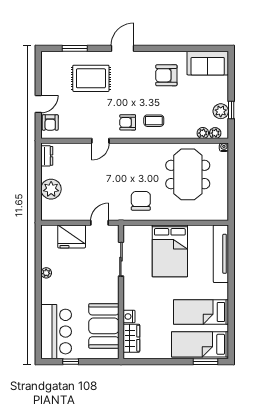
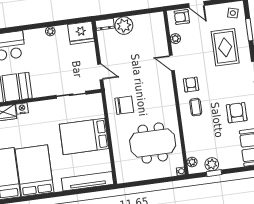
side table: (53, 64) -> (233, 13), added
plant: (203, 133) -> (175, 39), moved
dresser: (47, 156) -> (105, 24), moved
fridge: (72, 236) -> (81, 33), moved, turned -90
bed: (201, 312) -> (34, 171), width x1.50

